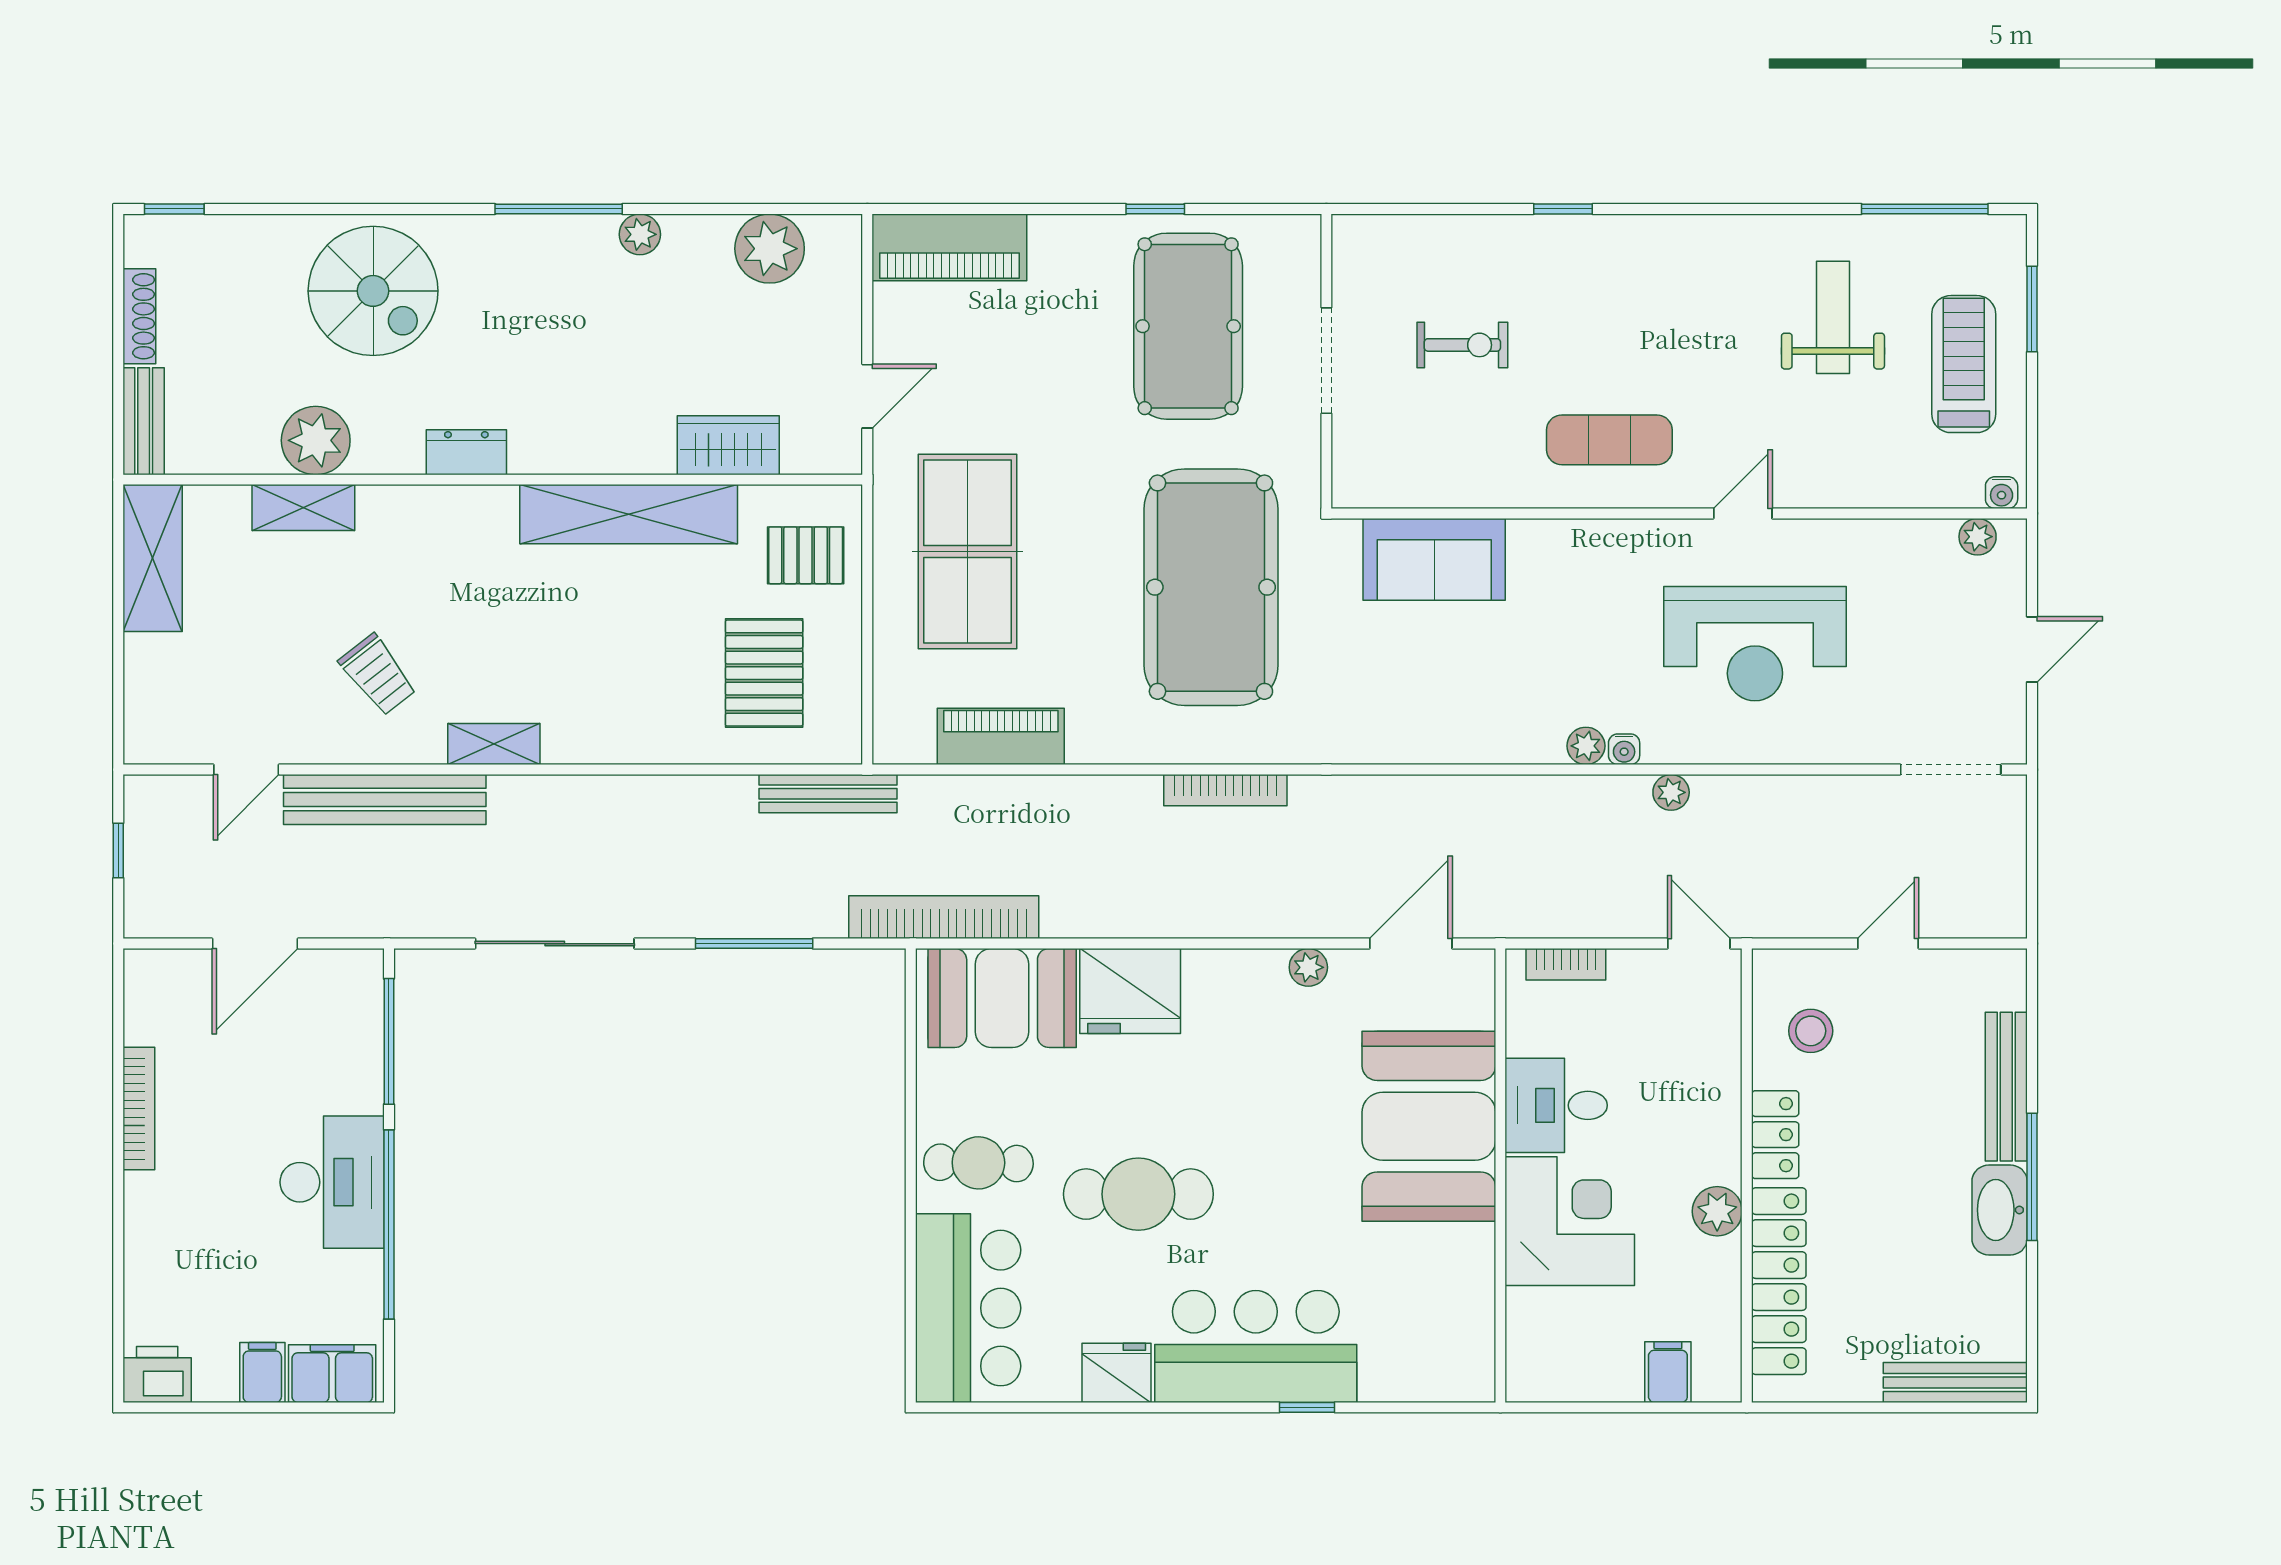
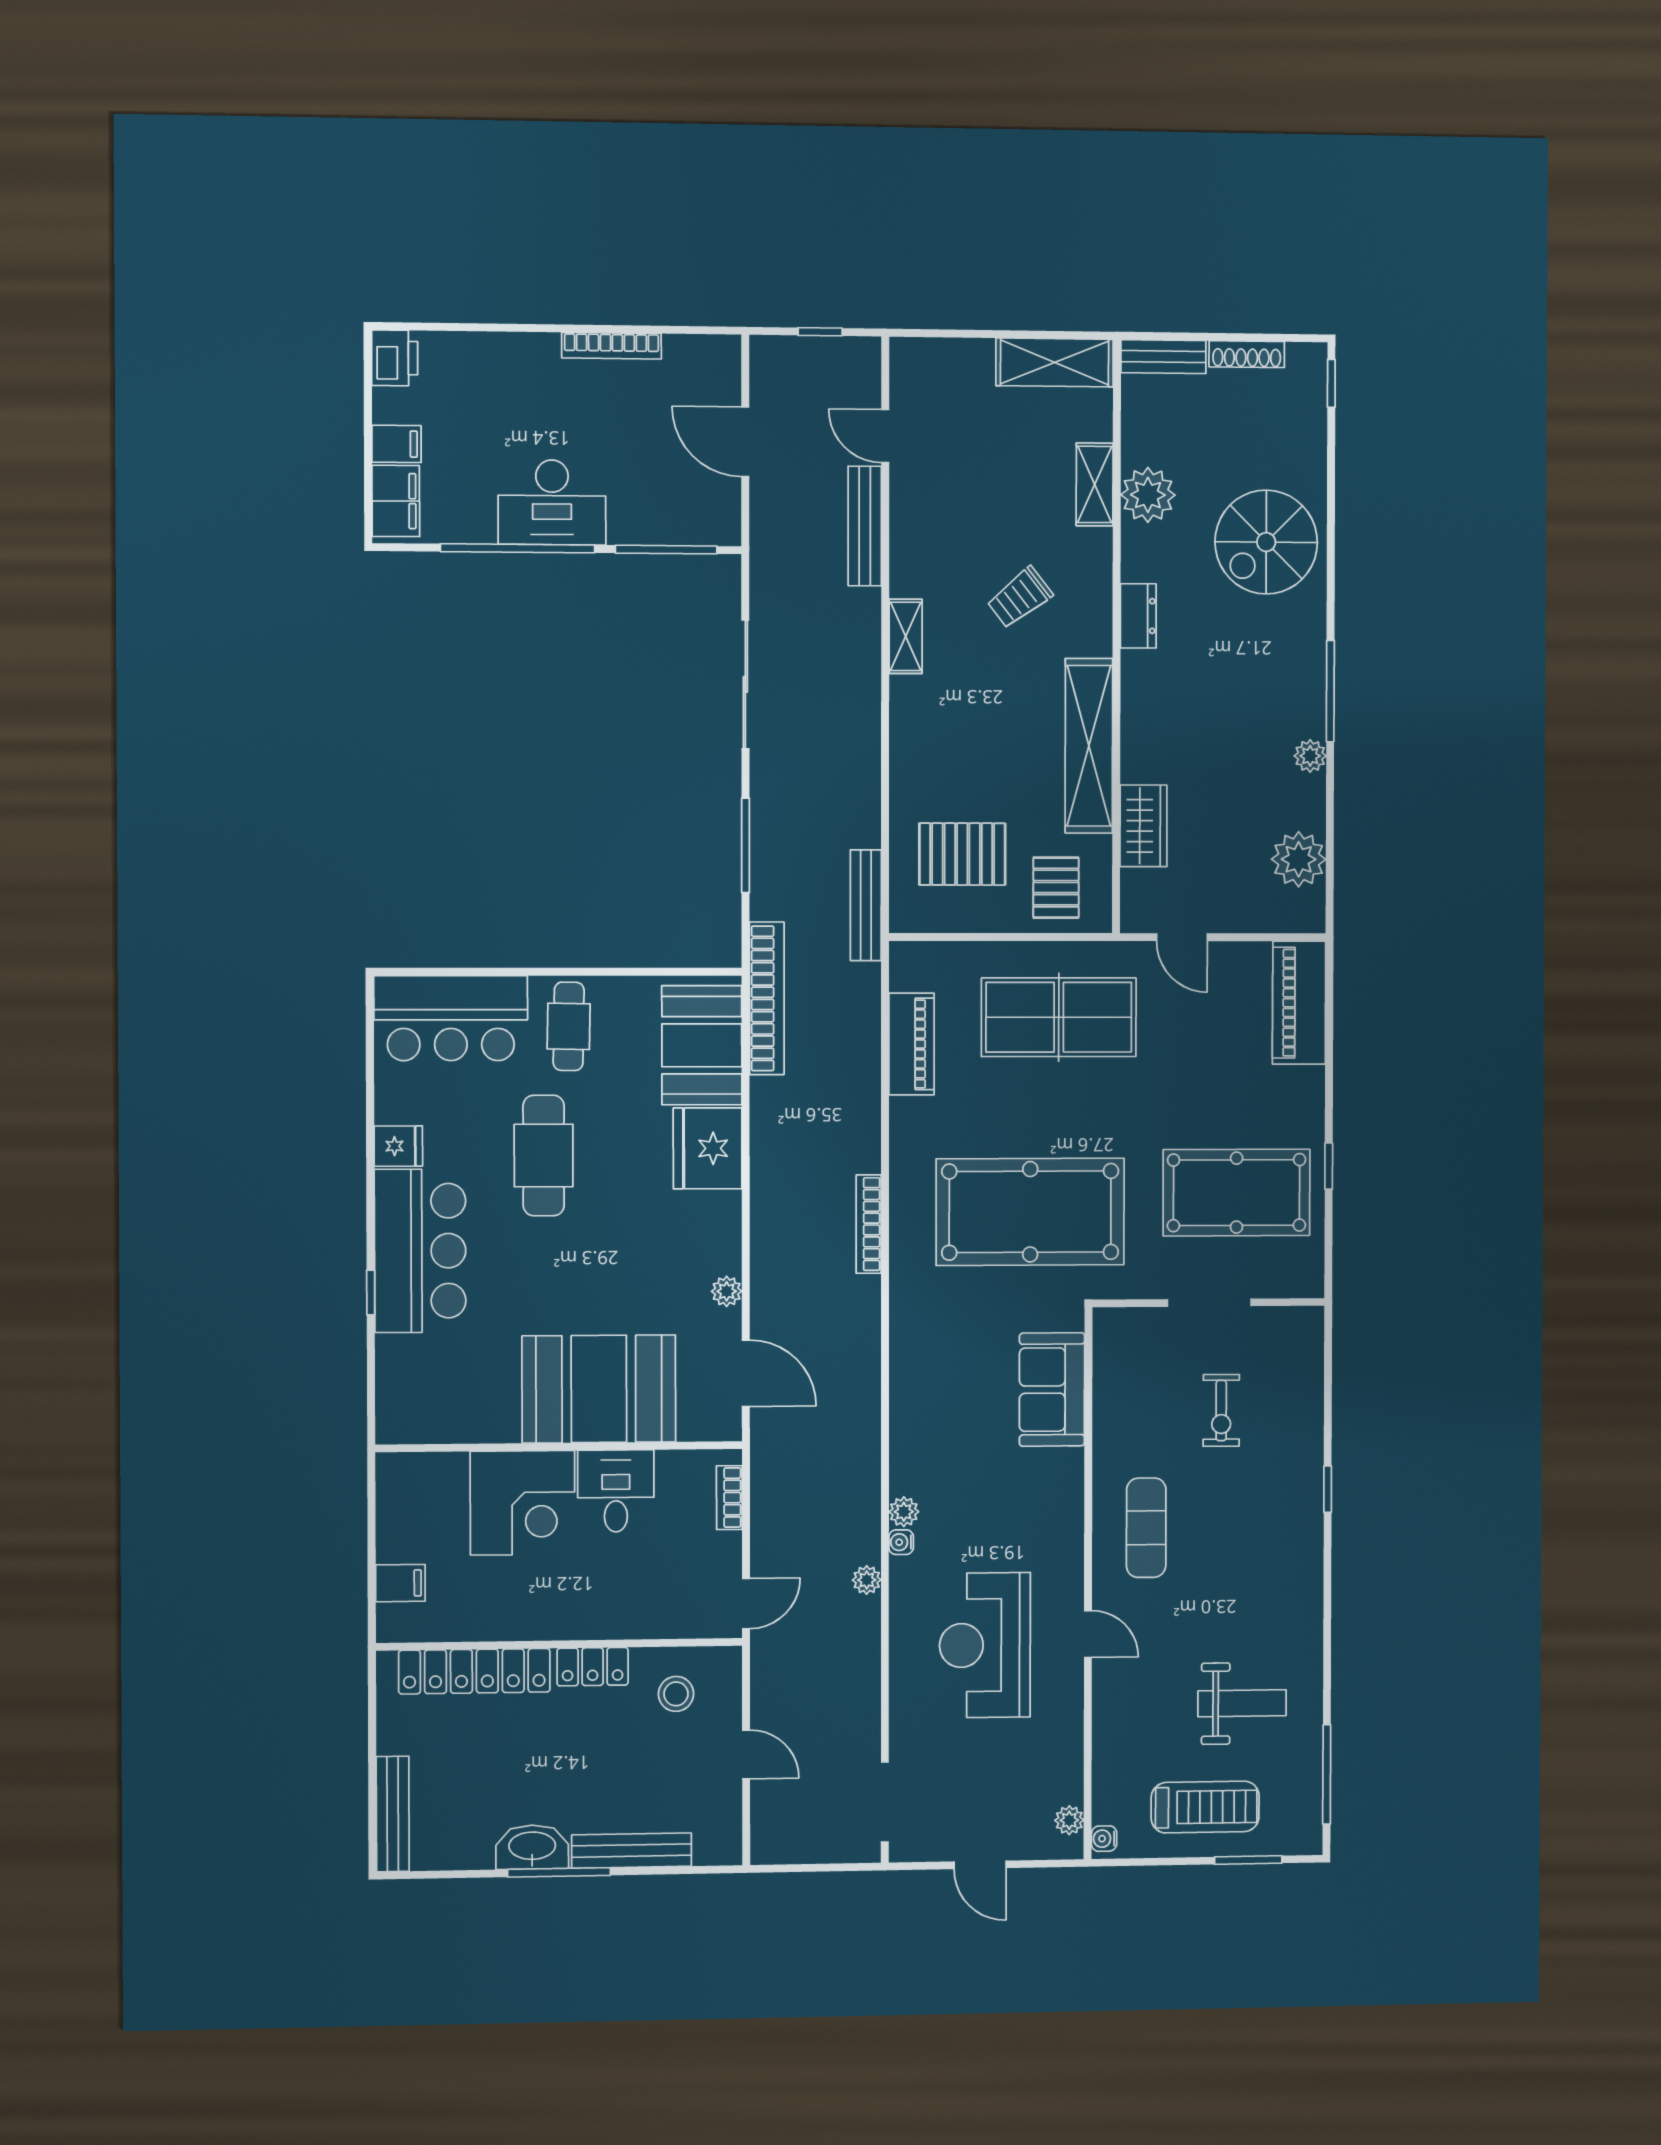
trolley: (378, 675) -> (1020, 598), moved
bench: (385, 800) -> (865, 526), width x0.73, depth x0.82
plant: (1717, 1211) -> (531, 1621), removed
fridge: (1117, 1373) -> (398, 1146), width x0.72

